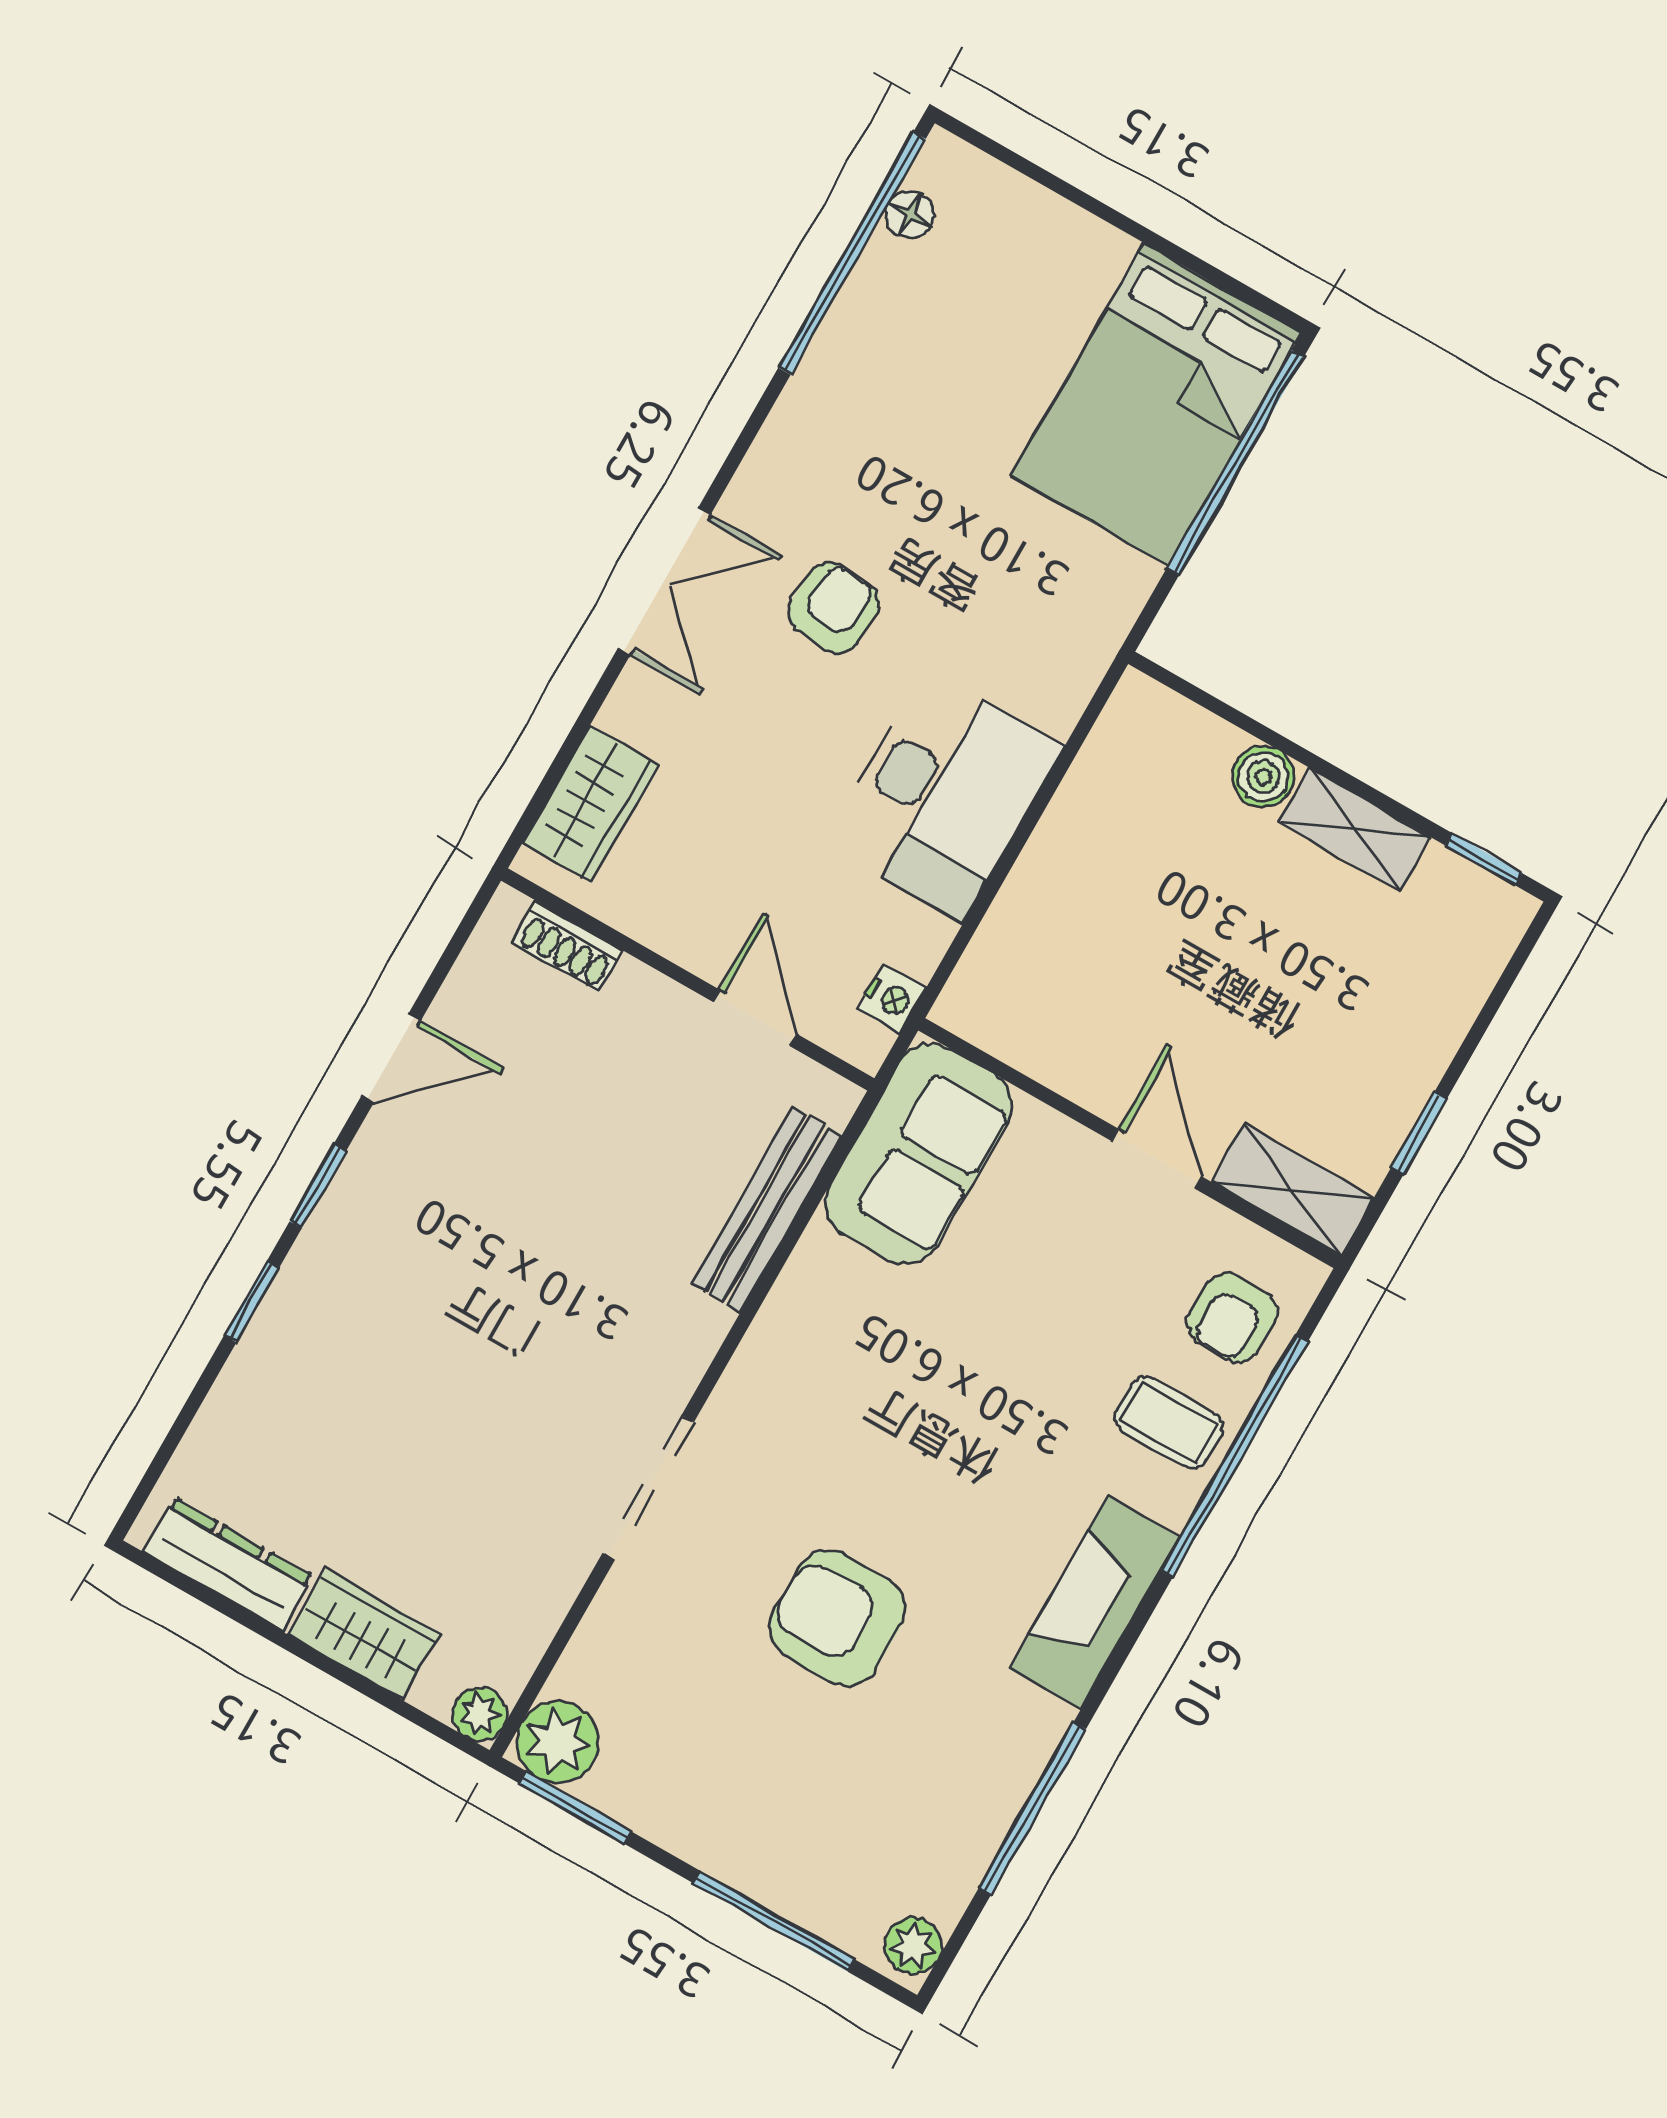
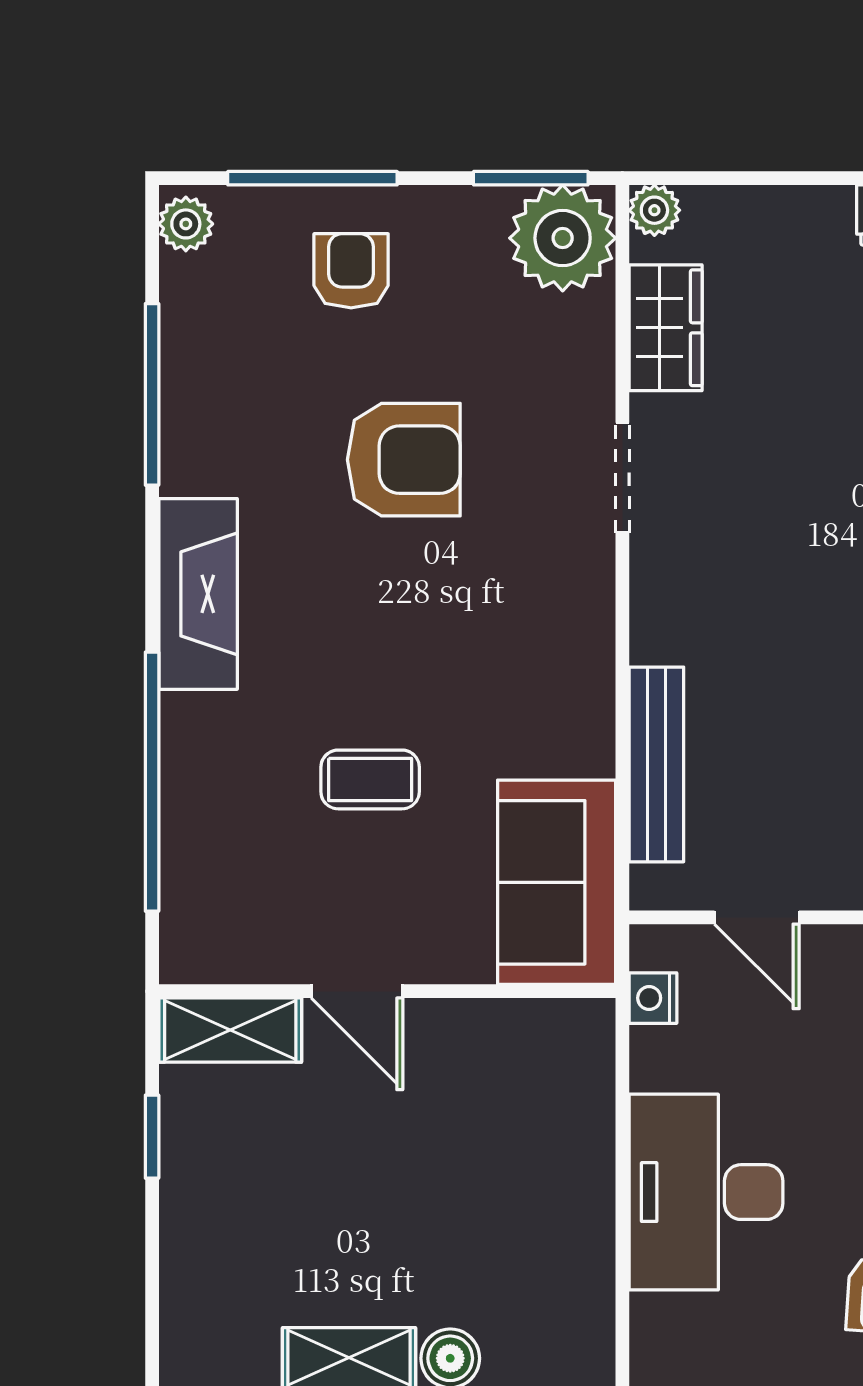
armchair: (1232, 1317) -> (351, 271), moved
coffee table: (1169, 1422) -> (370, 779), moved
doorway: (648, 1487) -> (622, 478), width x0.73
wardrobe: (364, 1634) -> (666, 328), moved, turned -90
plant: (558, 1742) -> (563, 238), width x1.36, depth x1.36

